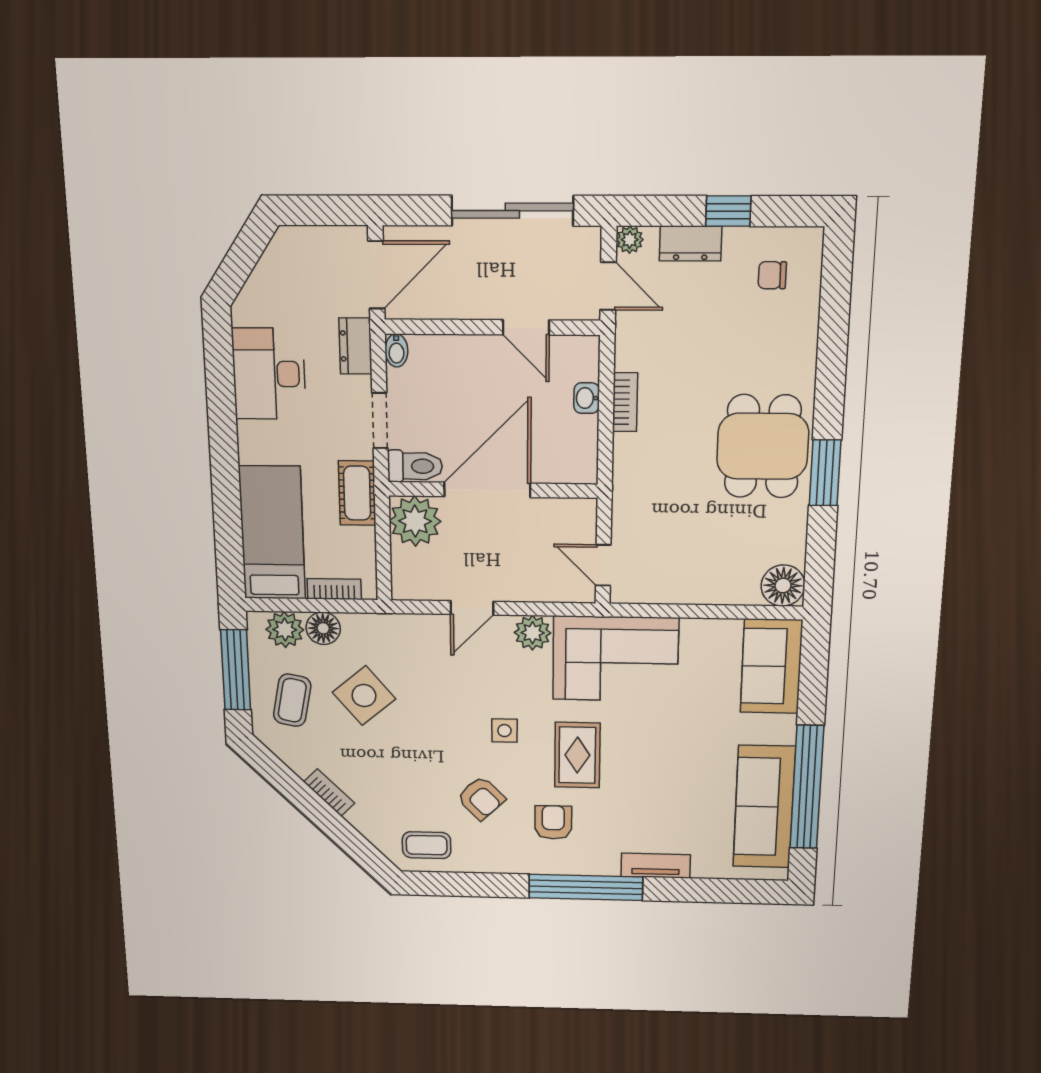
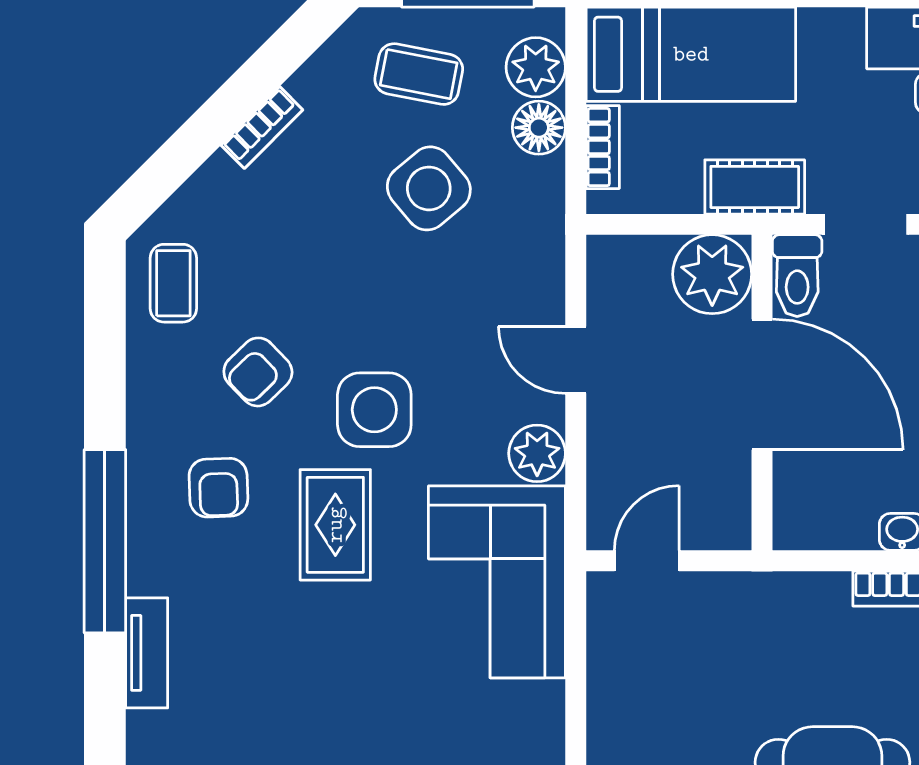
side table: (504, 731) -> (374, 410), width x1.87, depth x1.87
rug: (577, 755) -> (335, 525), turned 90
armchair: (553, 822) -> (218, 488), turned 88

